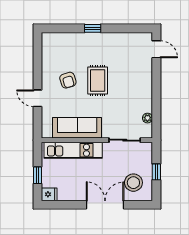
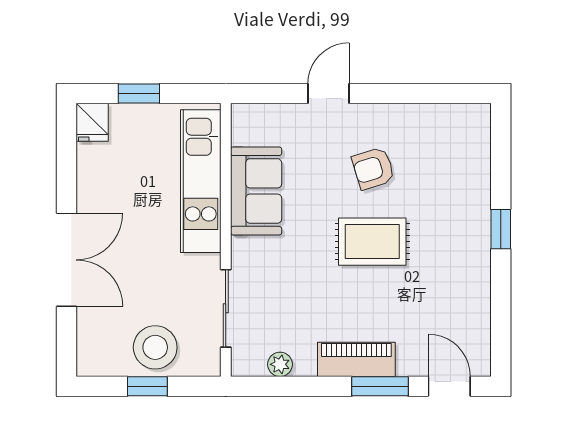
door: (156, 49) -> (449, 386), swing flipped
window: (156, 77) -> (380, 386), added
piano: (145, 87) -> (356, 359), added
sofa: (77, 128) -> (256, 191), width x0.73
stool: (133, 183) -> (155, 347), moved

